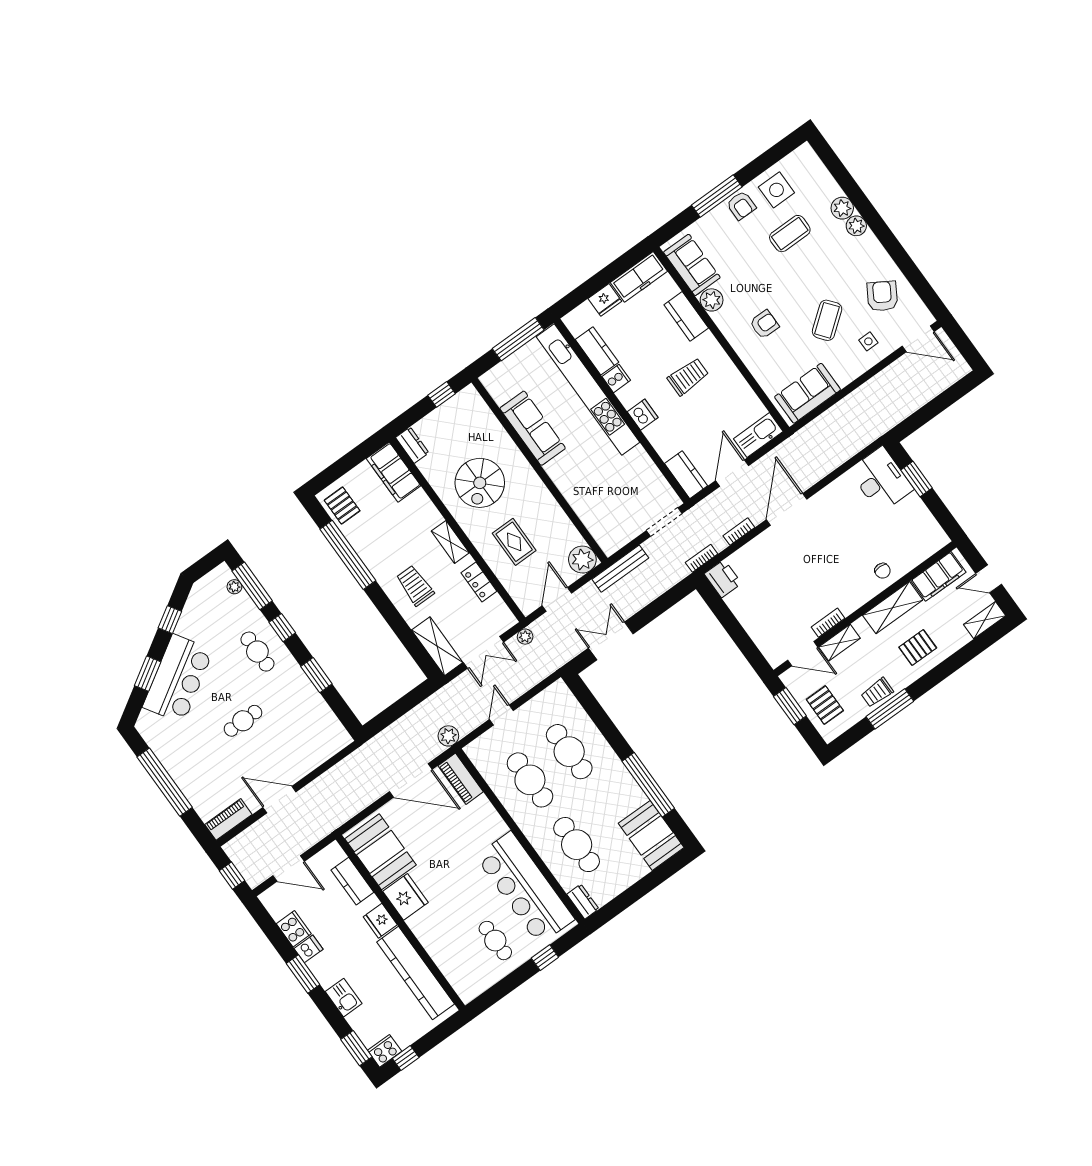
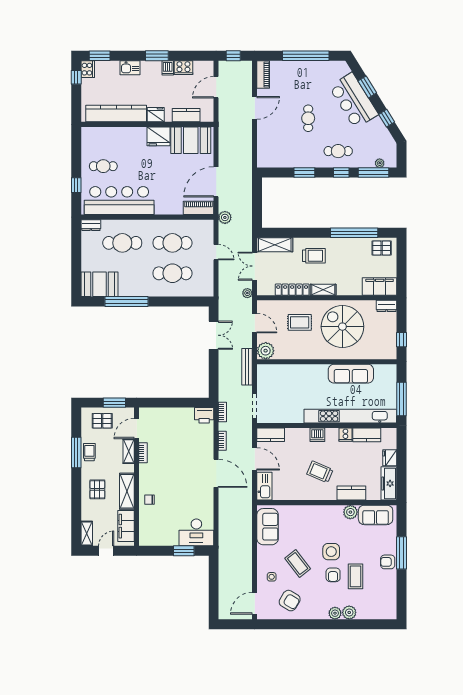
side table: (776, 190) -> (331, 552), moved
armchair: (764, 324) -> (333, 575), moved
trolley: (688, 377) -> (320, 472), turned 113
spiral stairs: (480, 483) -> (342, 327), width x1.37, depth x1.37
locker: (479, 582) -> (292, 290), width x1.53

